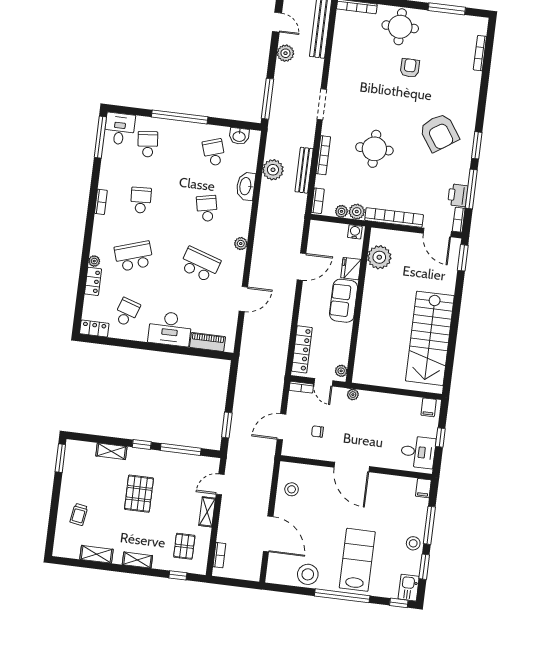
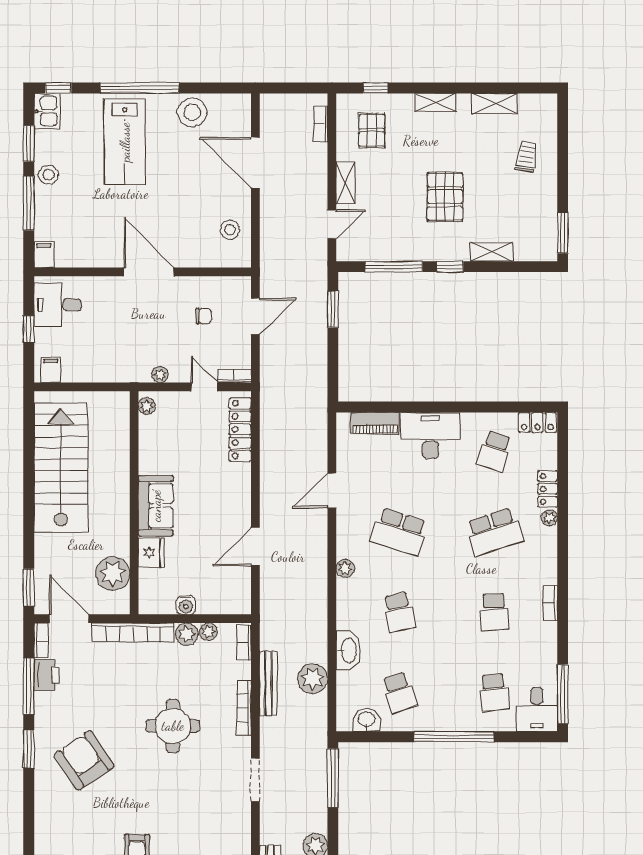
plant: (379, 257) -> (113, 574), moved
fridge: (351, 269) -> (151, 552), moved
sofa: (344, 301) -> (156, 506), moved
wall: (358, 305) -> (134, 503), moved
plant: (341, 371) -> (147, 406), moved

